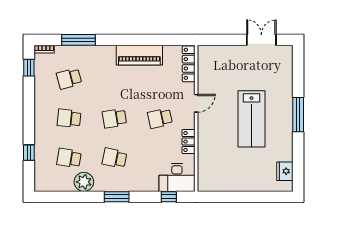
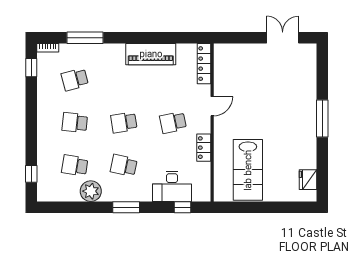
lab bench: (252, 119) -> (248, 170), moved
window: (29, 153) -> (31, 174), moved
desk: (177, 177) -> (172, 186), moved

